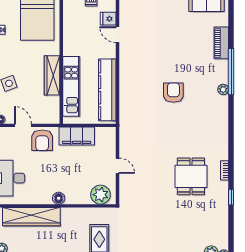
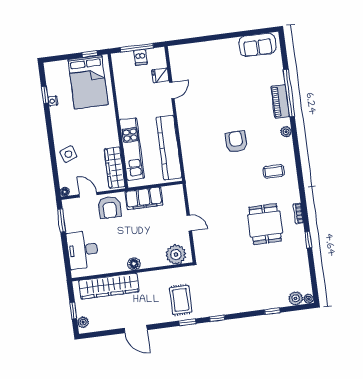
door: (117, 35) -> (172, 90), swing flipped
piano: (221, 43) -> (280, 101), moved
window: (231, 72) -> (289, 93), moved
wardrobe: (52, 75) -> (115, 168), moved
coffee table: (206, 126) -> (274, 171), added

